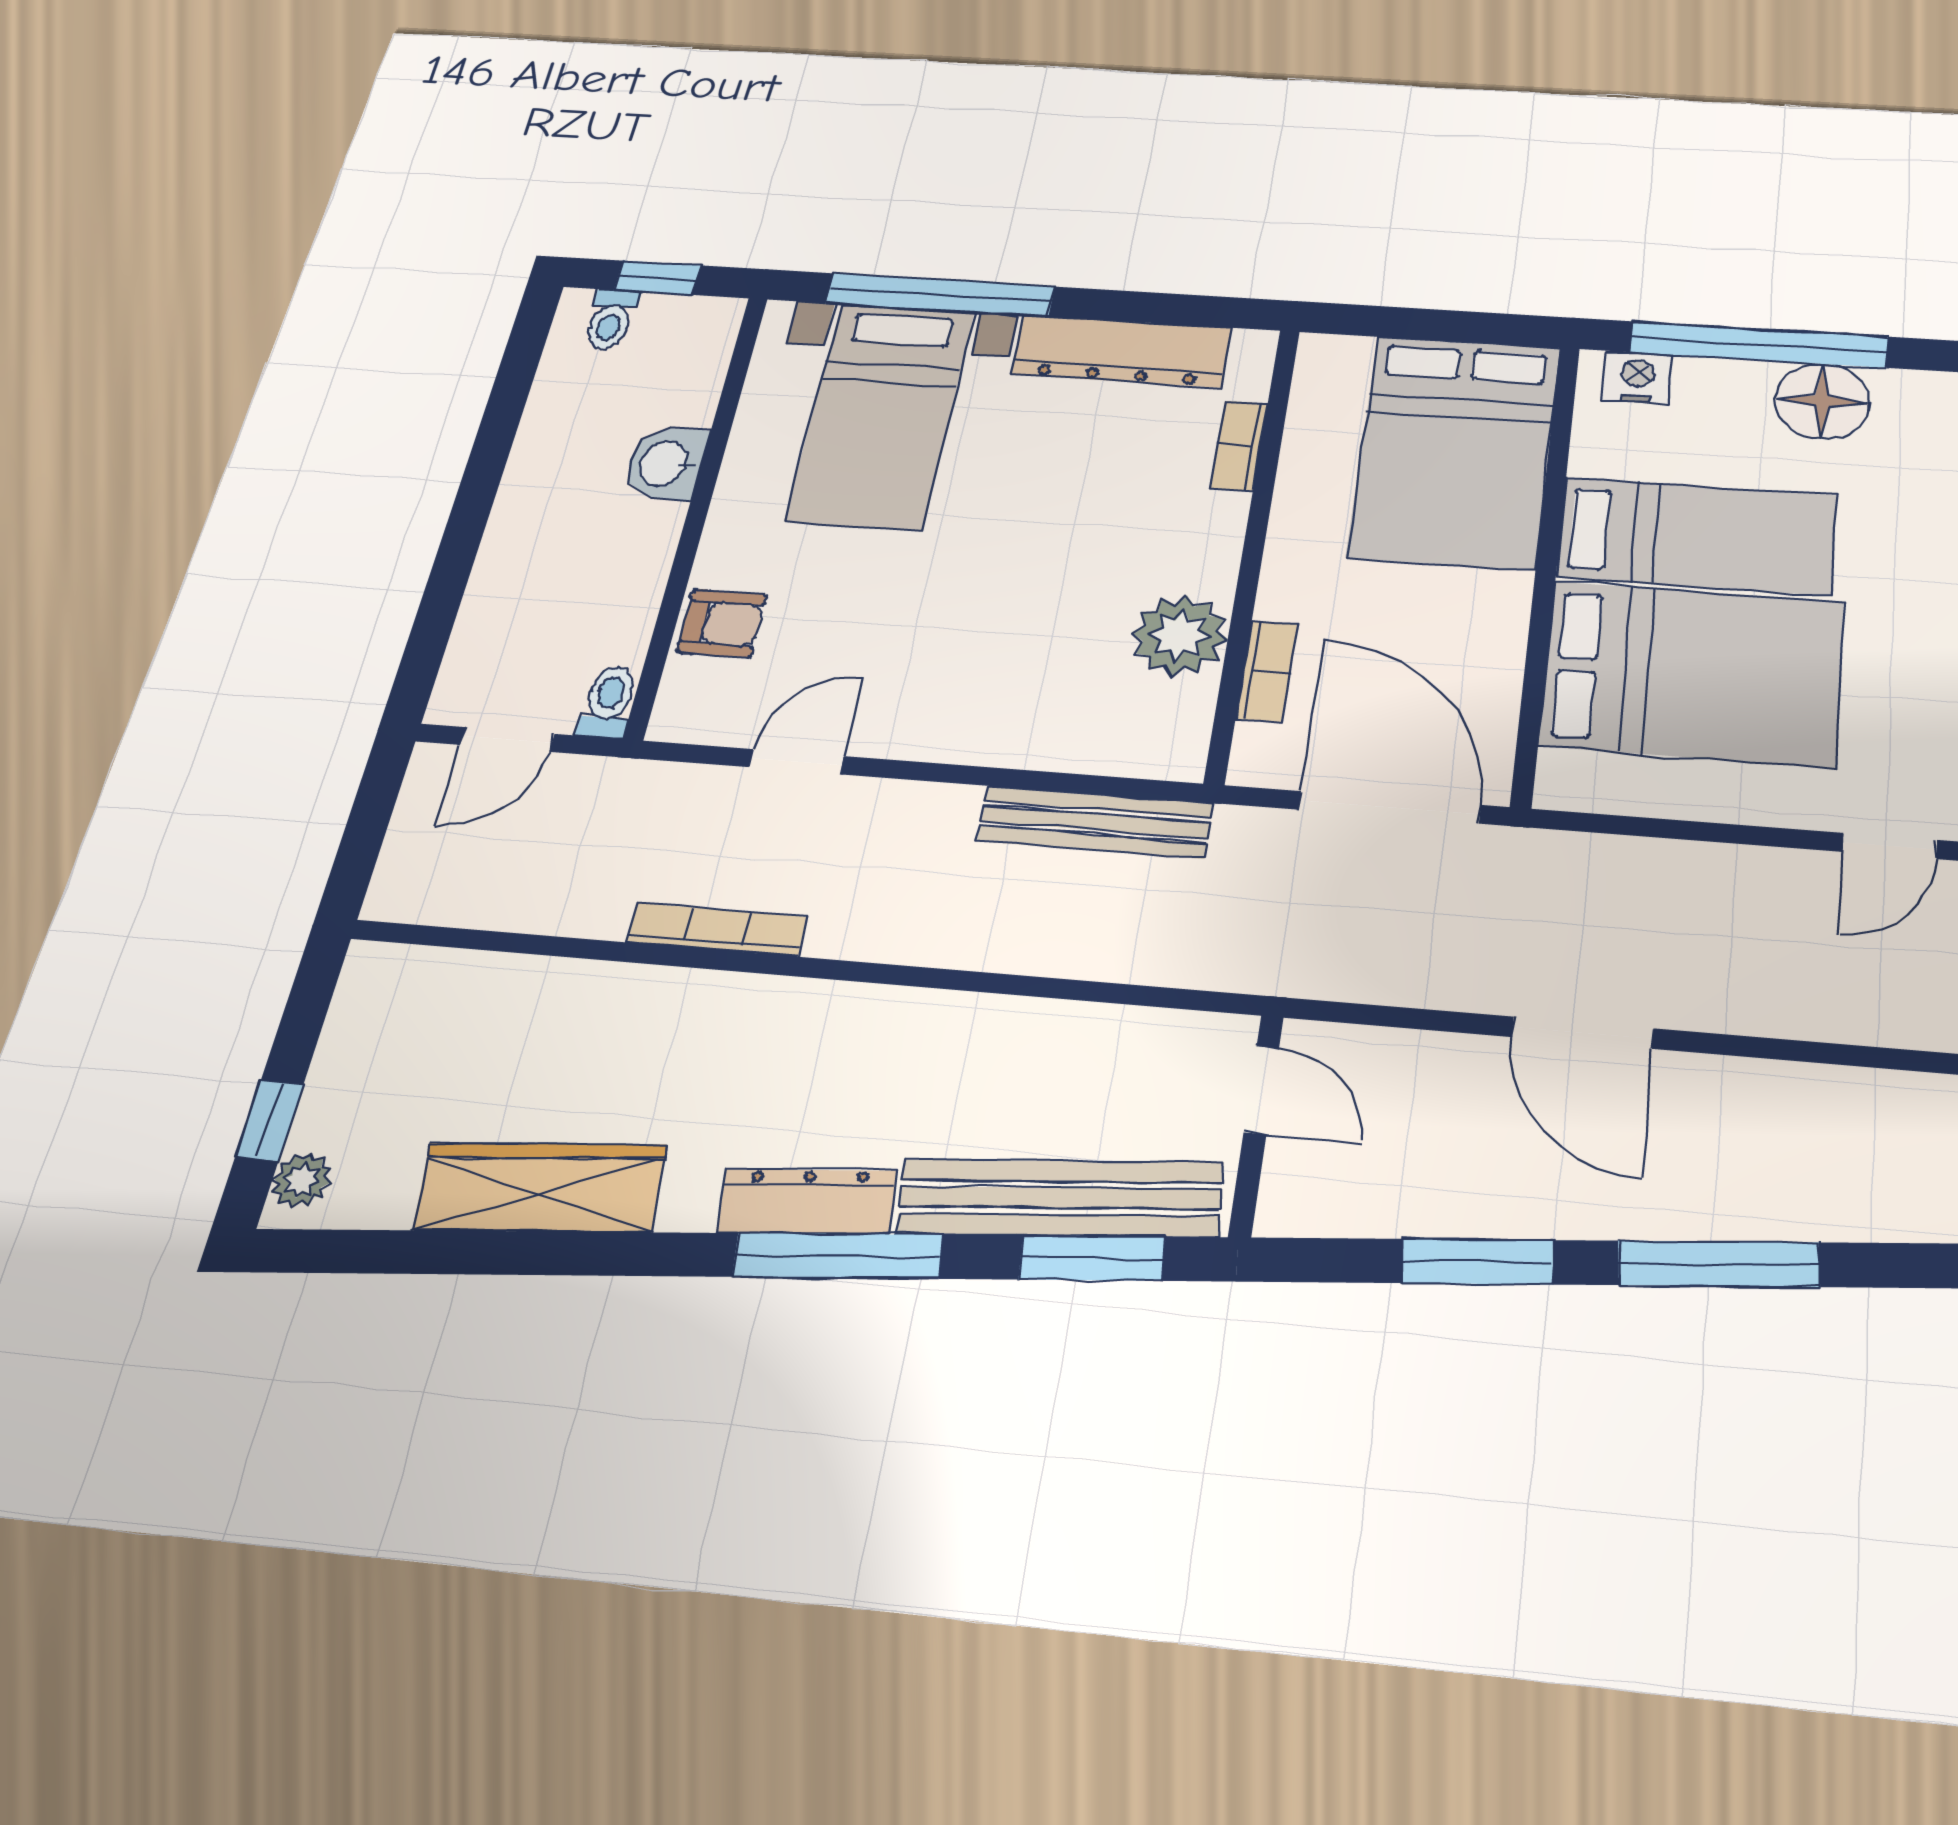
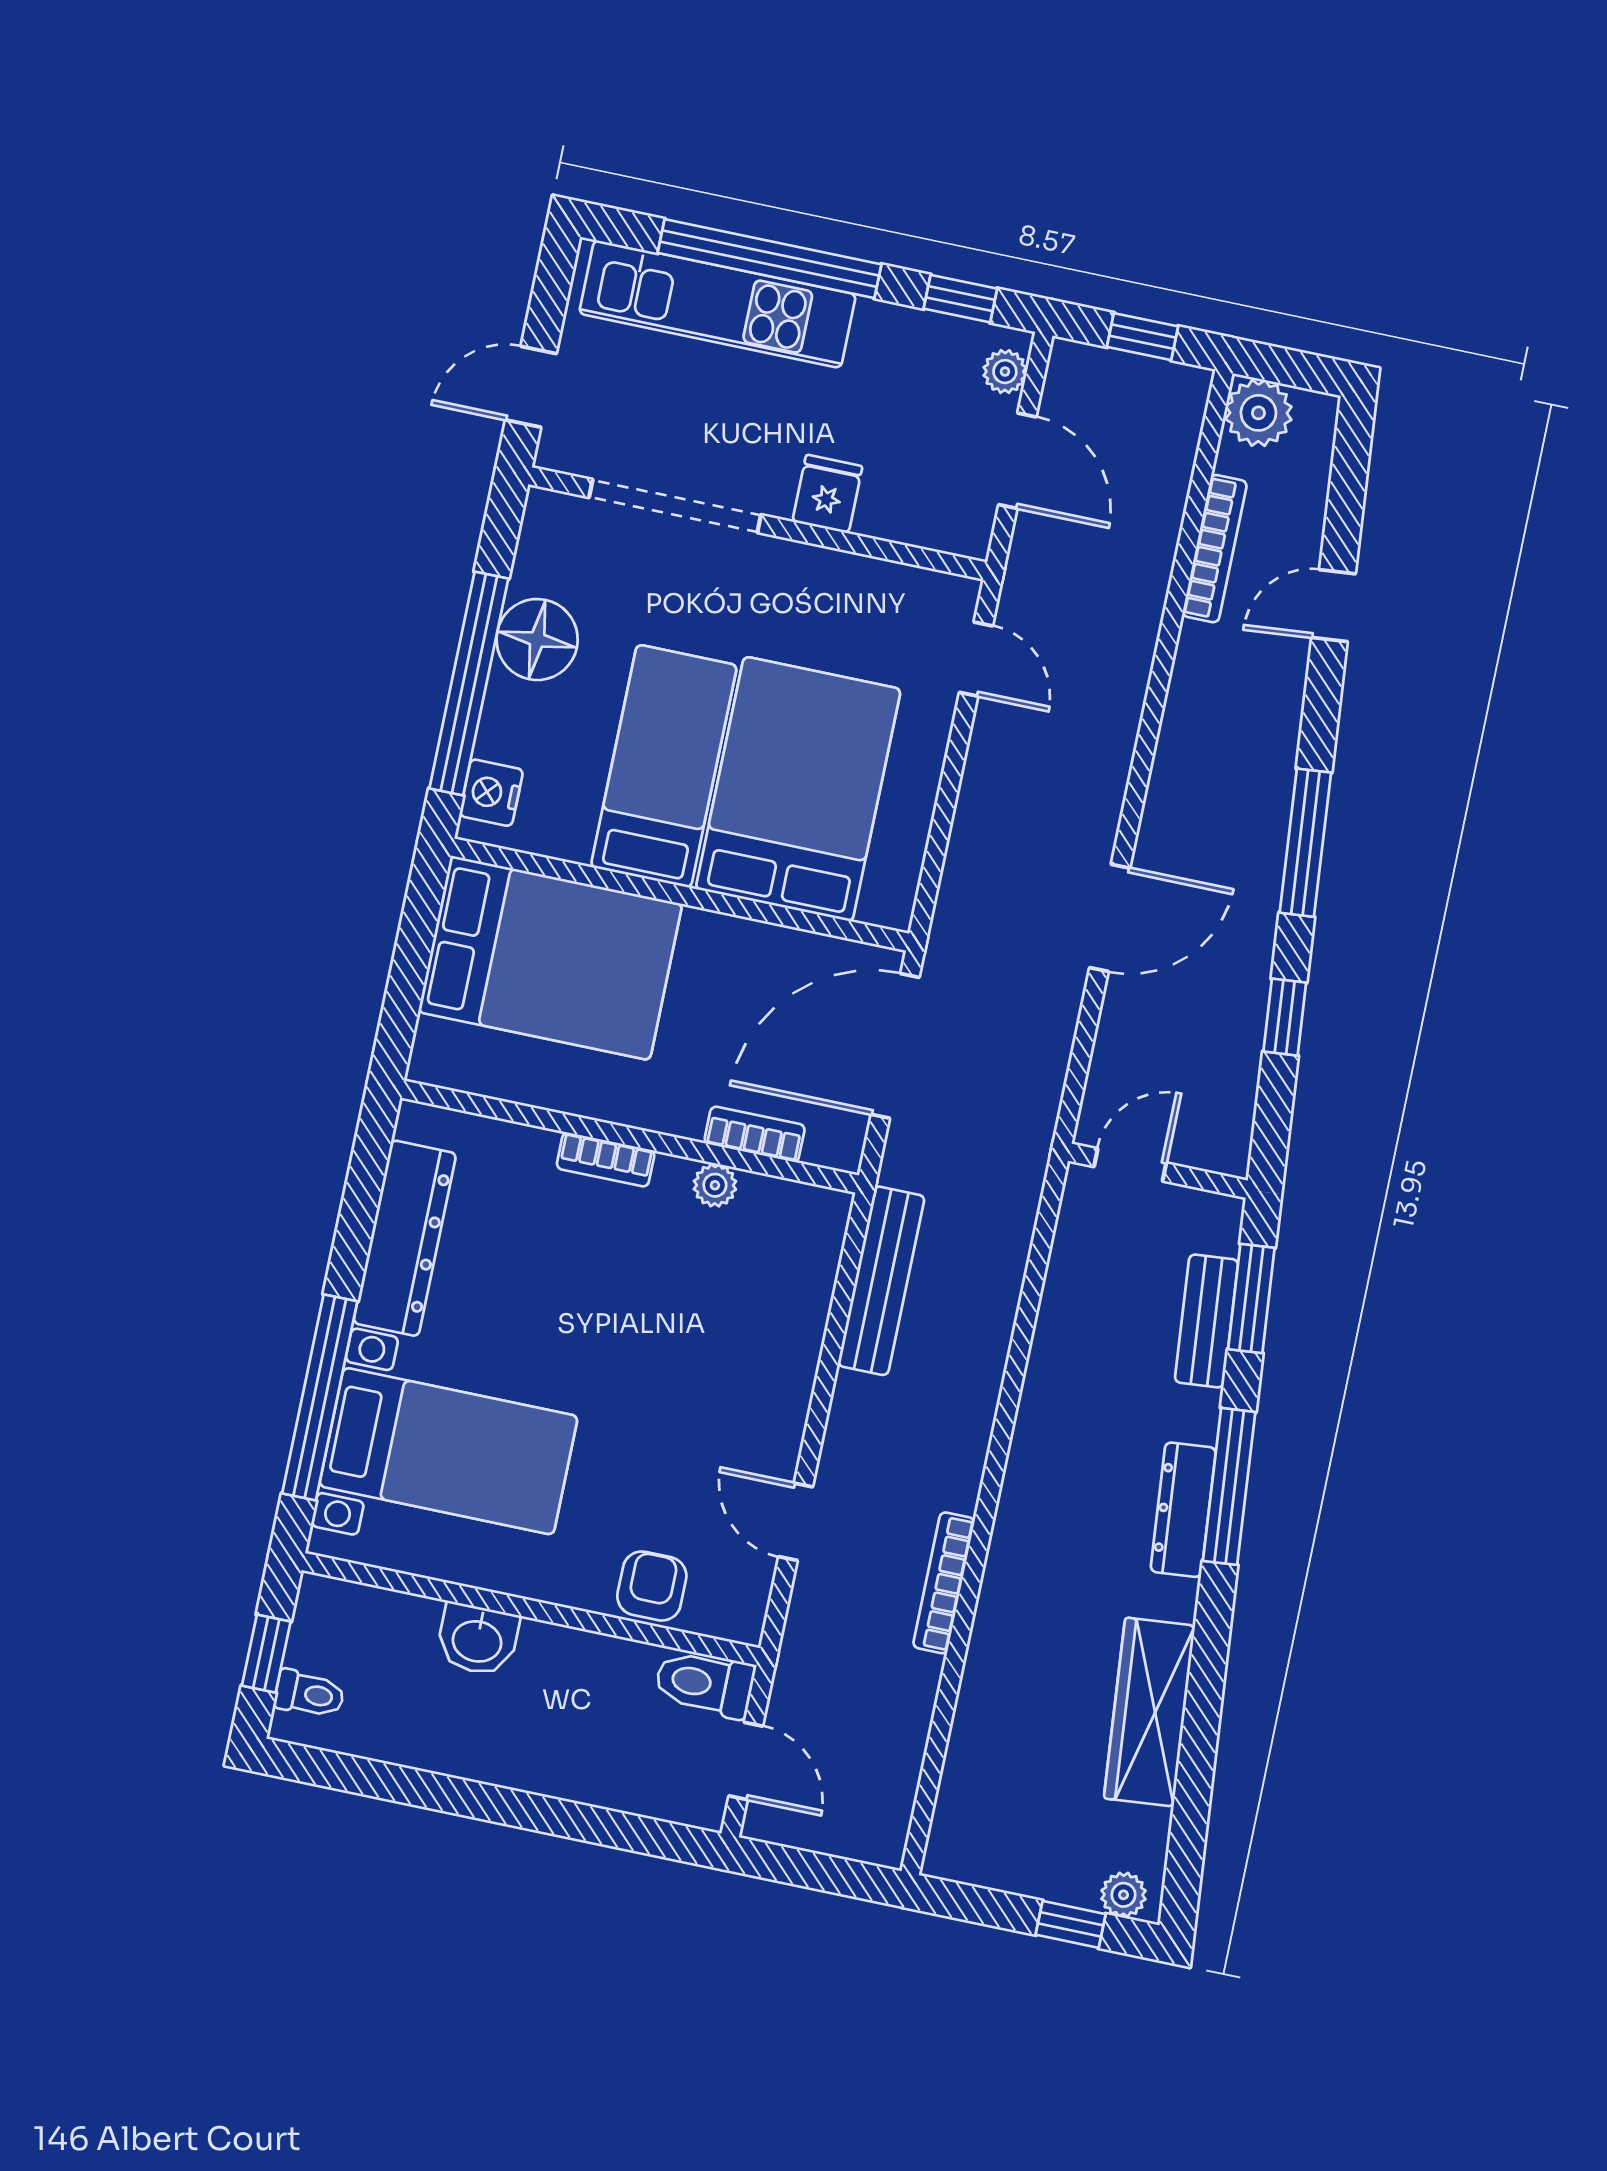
bookcase: (1239, 445) -> (606, 1160), moved
plant: (1180, 636) -> (715, 1185), width x0.53, depth x0.53
toilet: (608, 702) -> (705, 1684), width x1.37, depth x1.39
bench: (1060, 1198) -> (1207, 1321), width x0.54, depth x0.82
window: (1477, 1262) -> (1285, 1017), width x0.67

